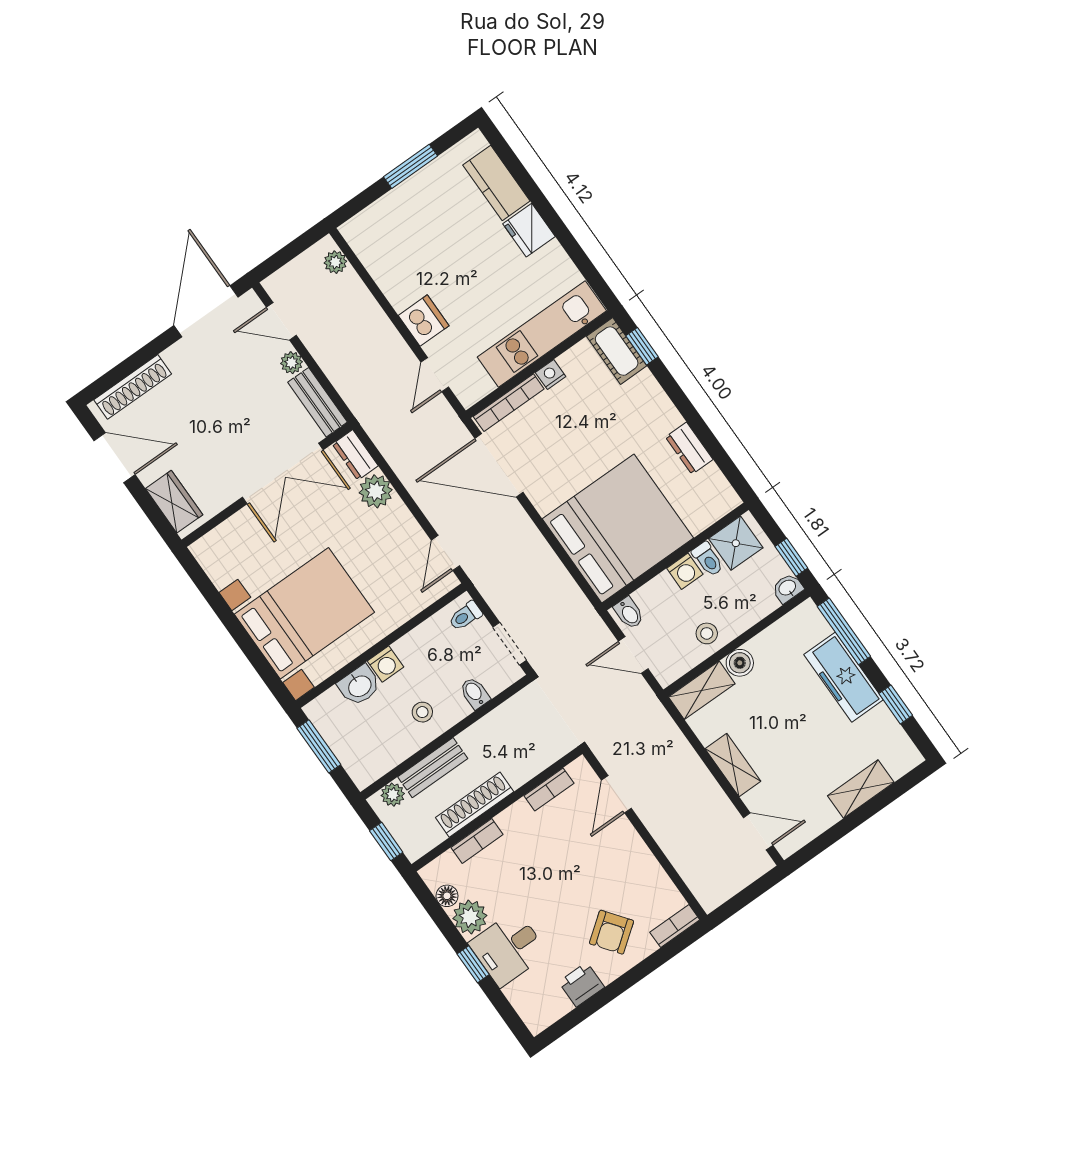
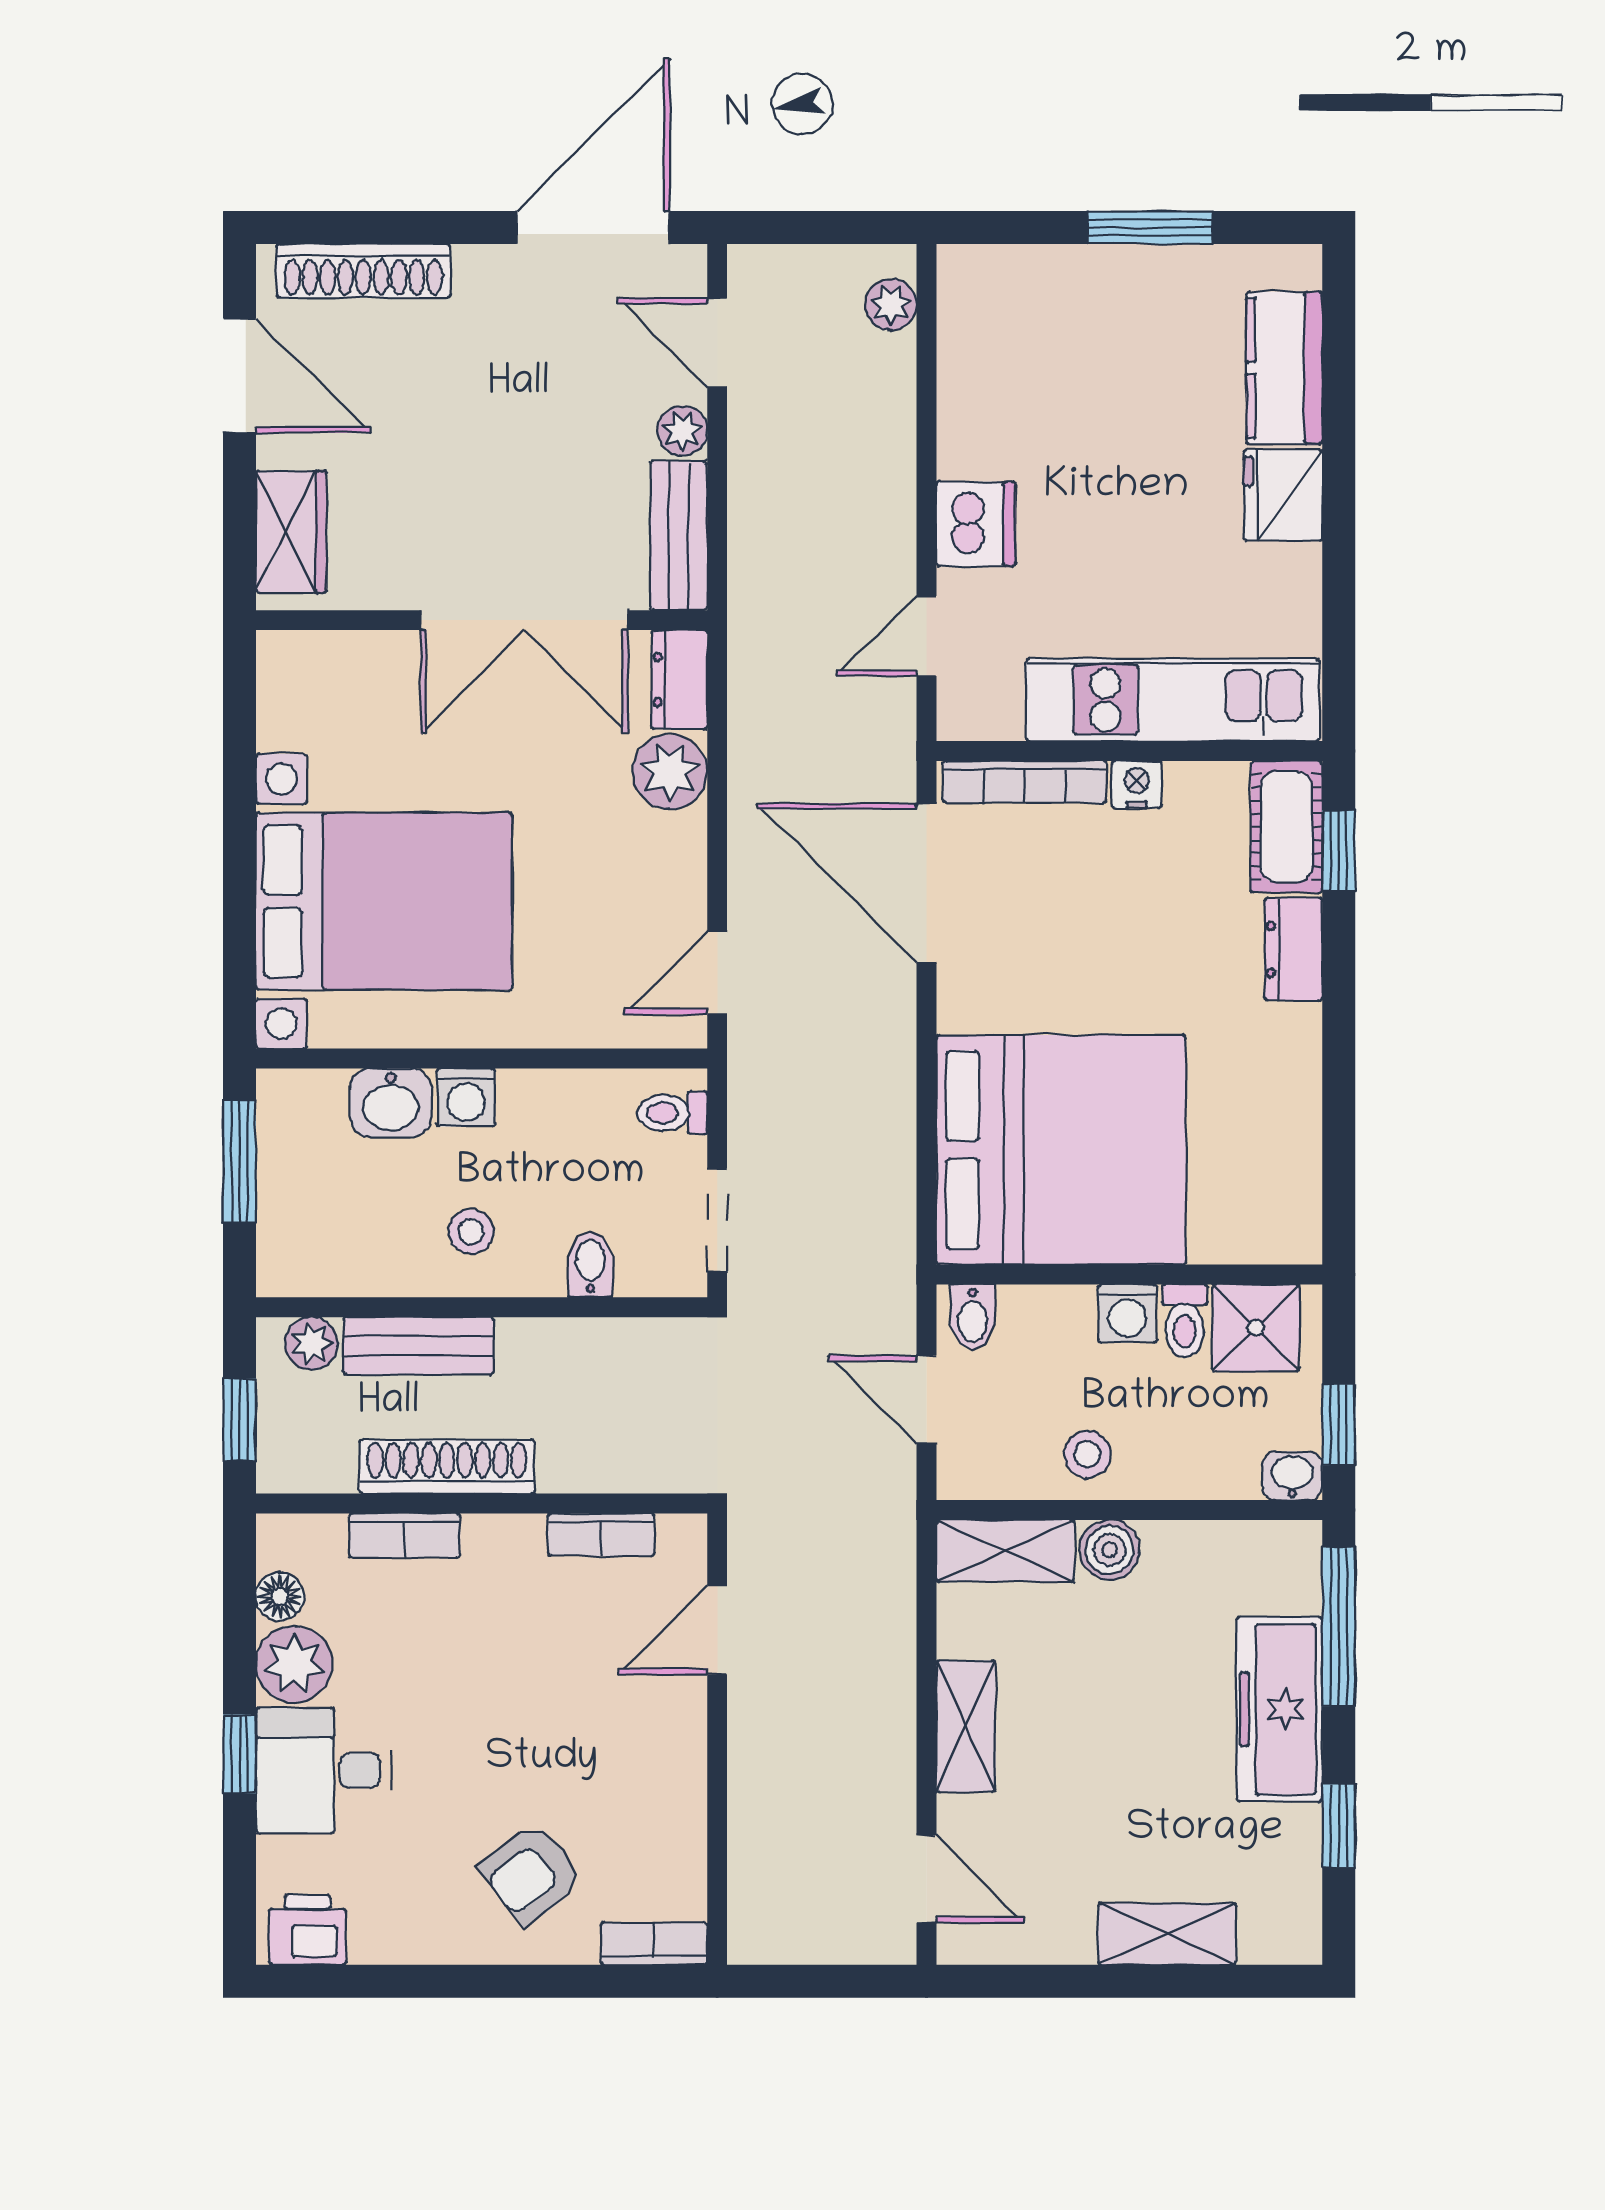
dresser: (689, 448) -> (1293, 949), moved
printer: (582, 984) -> (307, 1930), moved

